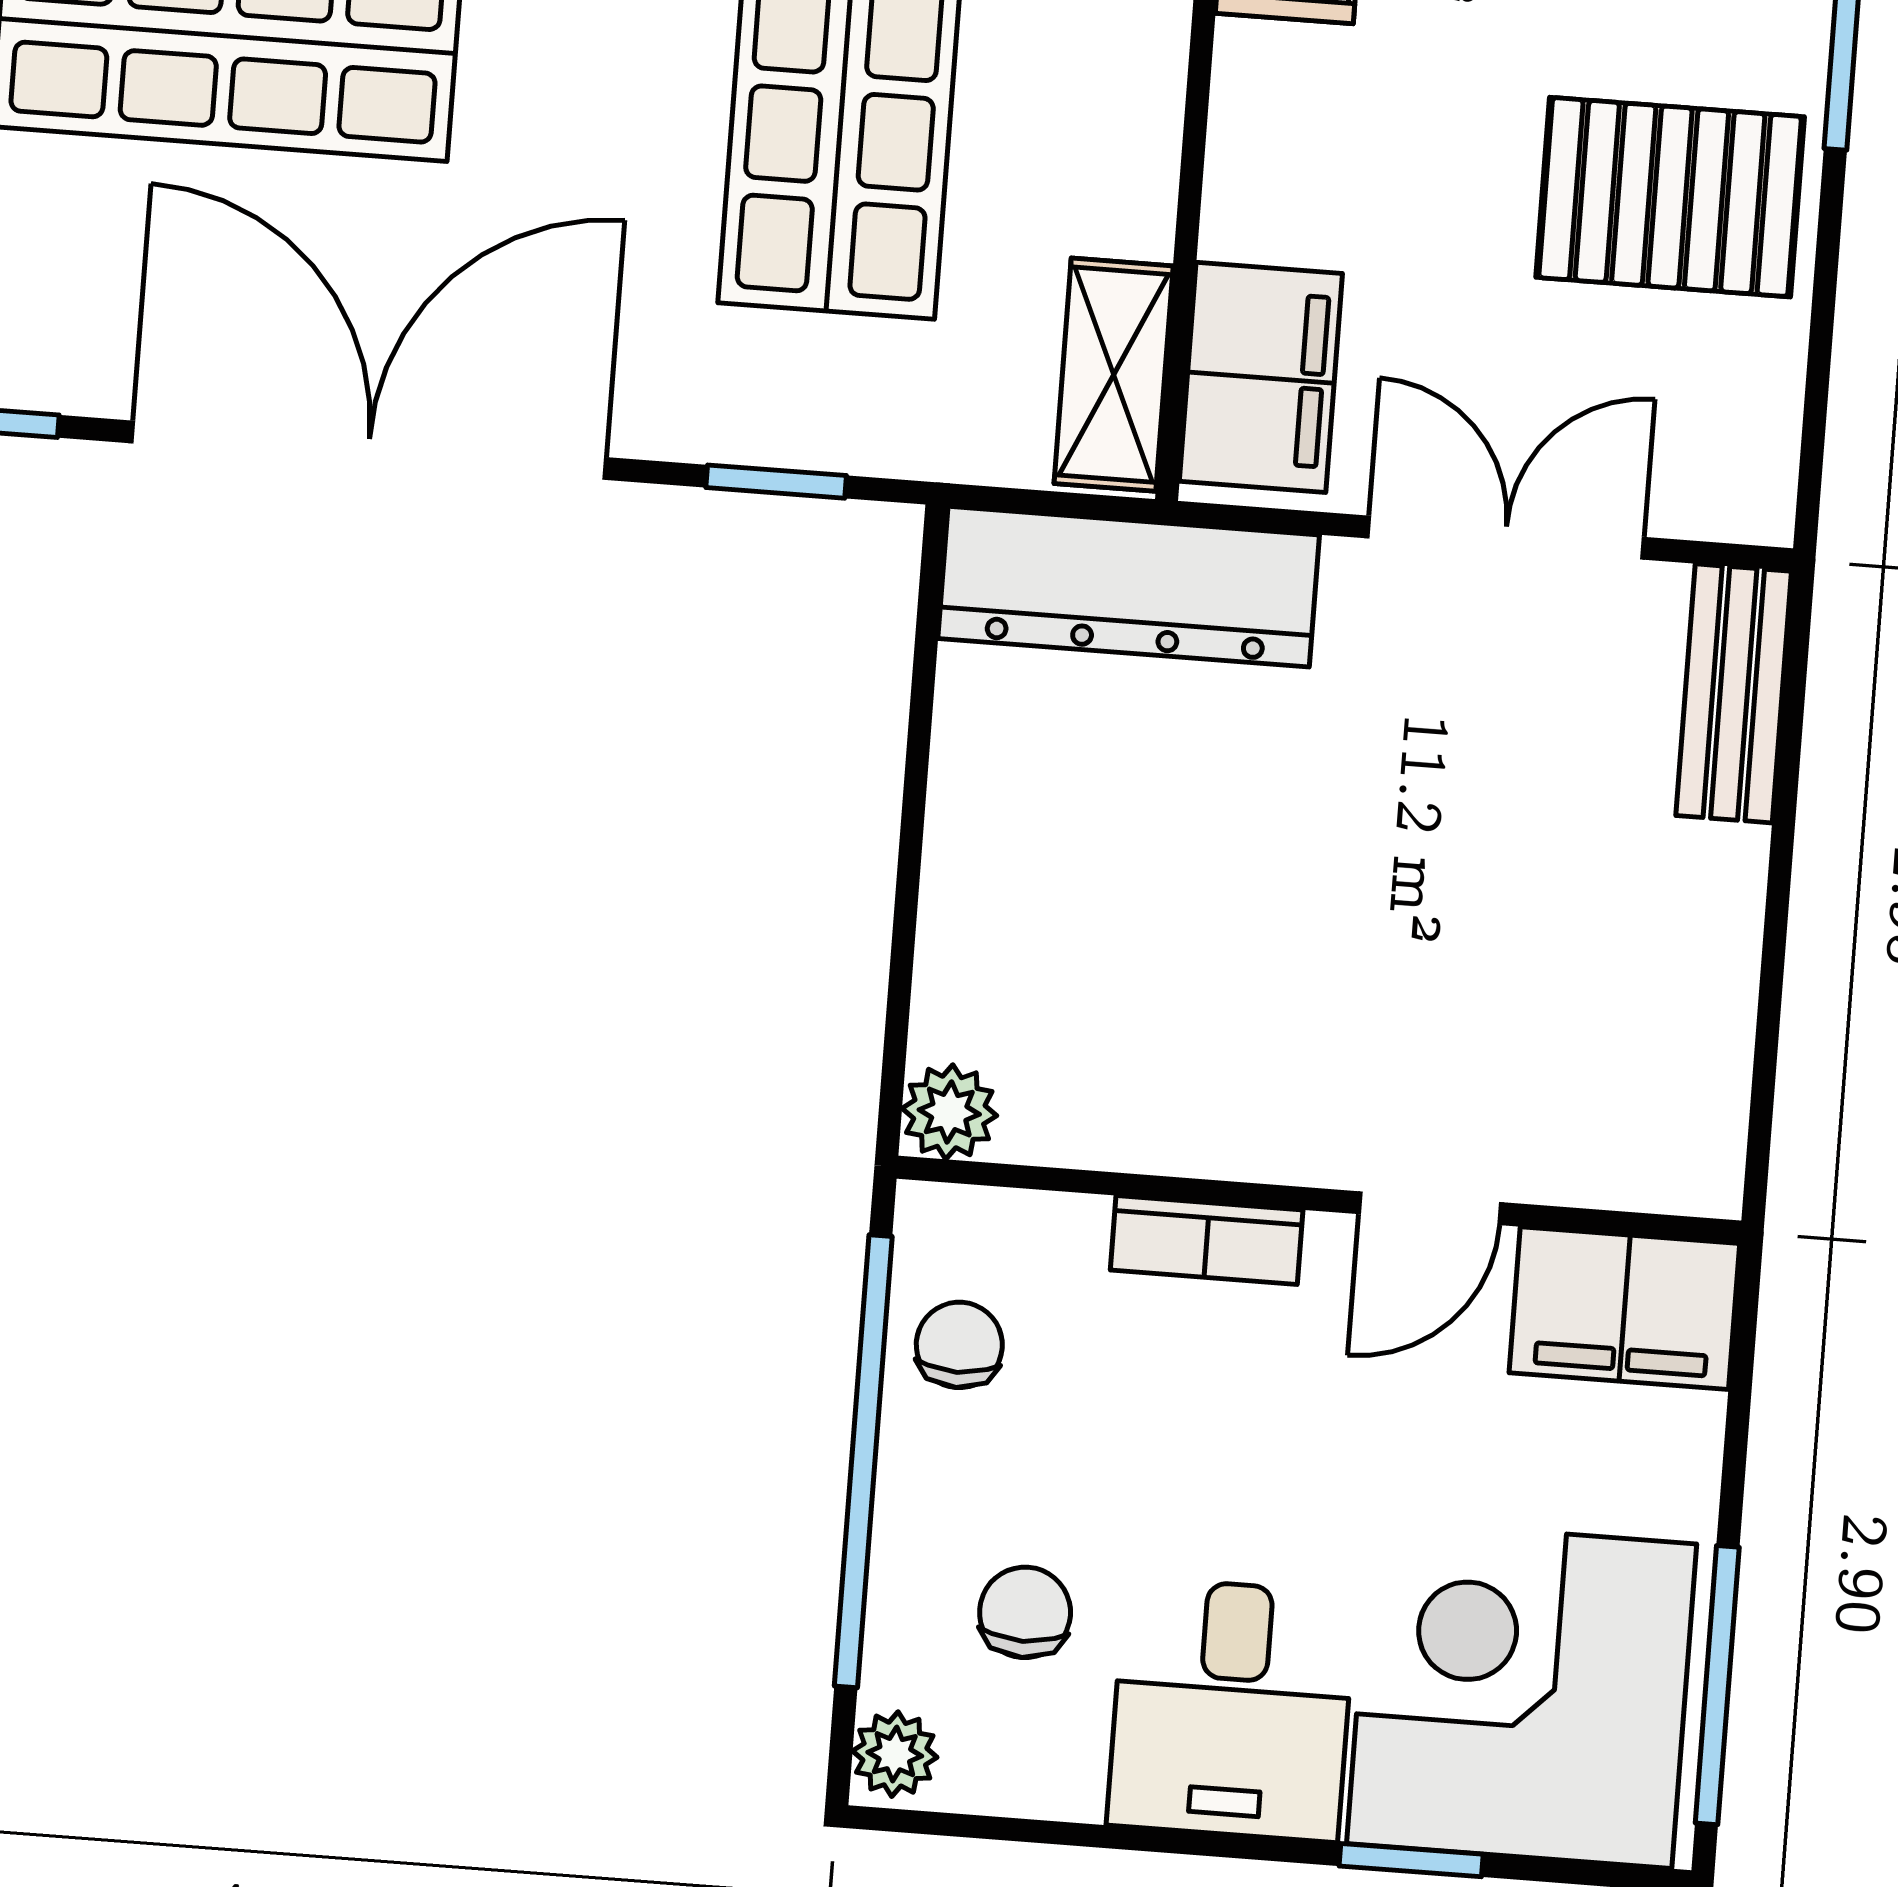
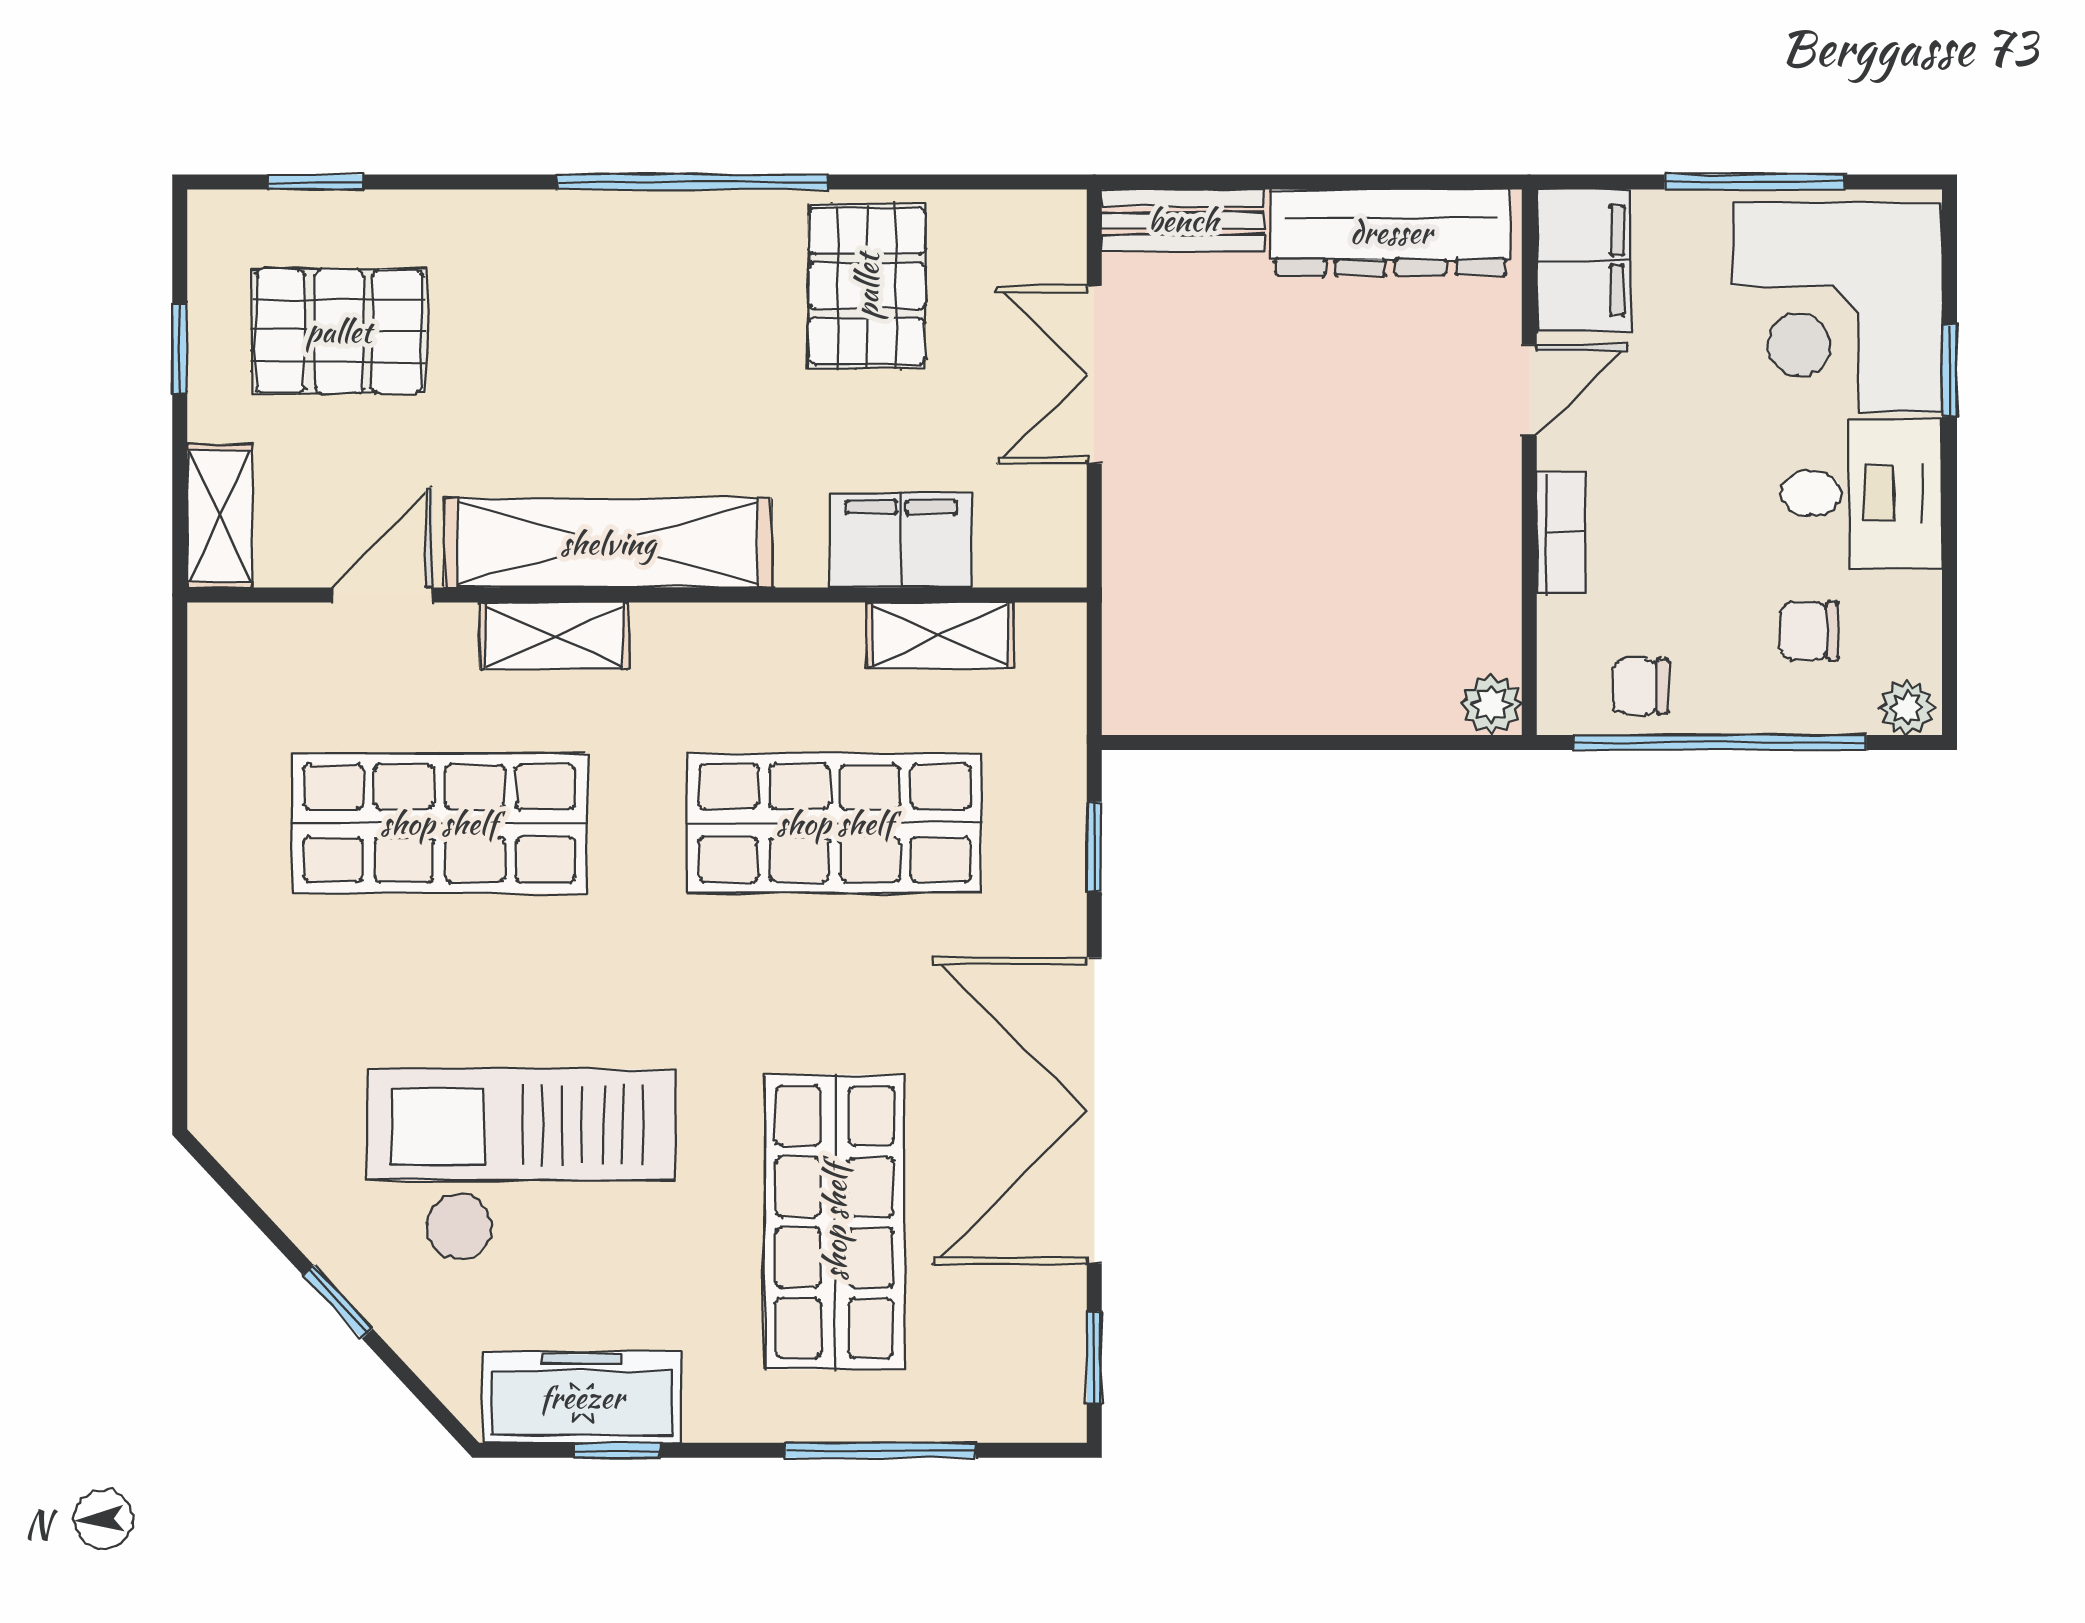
shelving: (1114, 375) -> (940, 635), moved
filing cabinet: (1261, 377) -> (901, 540), moved
dresser: (1129, 587) -> (1391, 232), moved, turned 90
door: (1430, 1208) -> (1529, 390), hinge flipped
window: (1717, 1685) -> (1754, 182), moved

